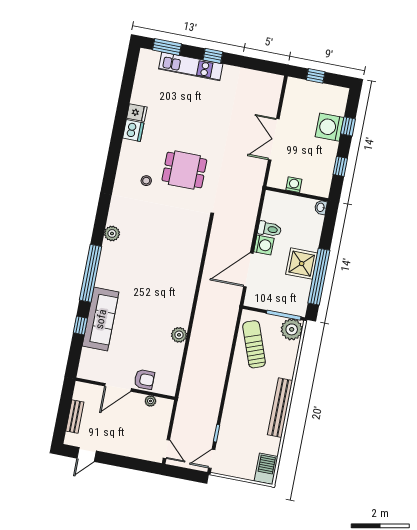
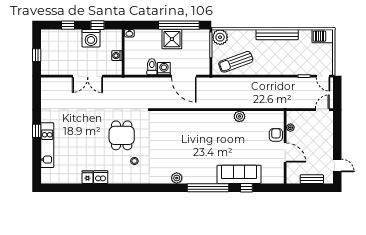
window: (167, 47) -> (37, 165), removed
washing machine: (330, 127) -> (91, 38), moved

